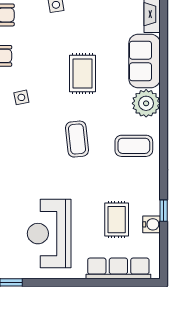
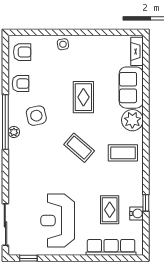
side table: (21, 97) -> (36, 116), width x1.87, depth x1.87
coffee table: (77, 139) -> (79, 148), turned -43

